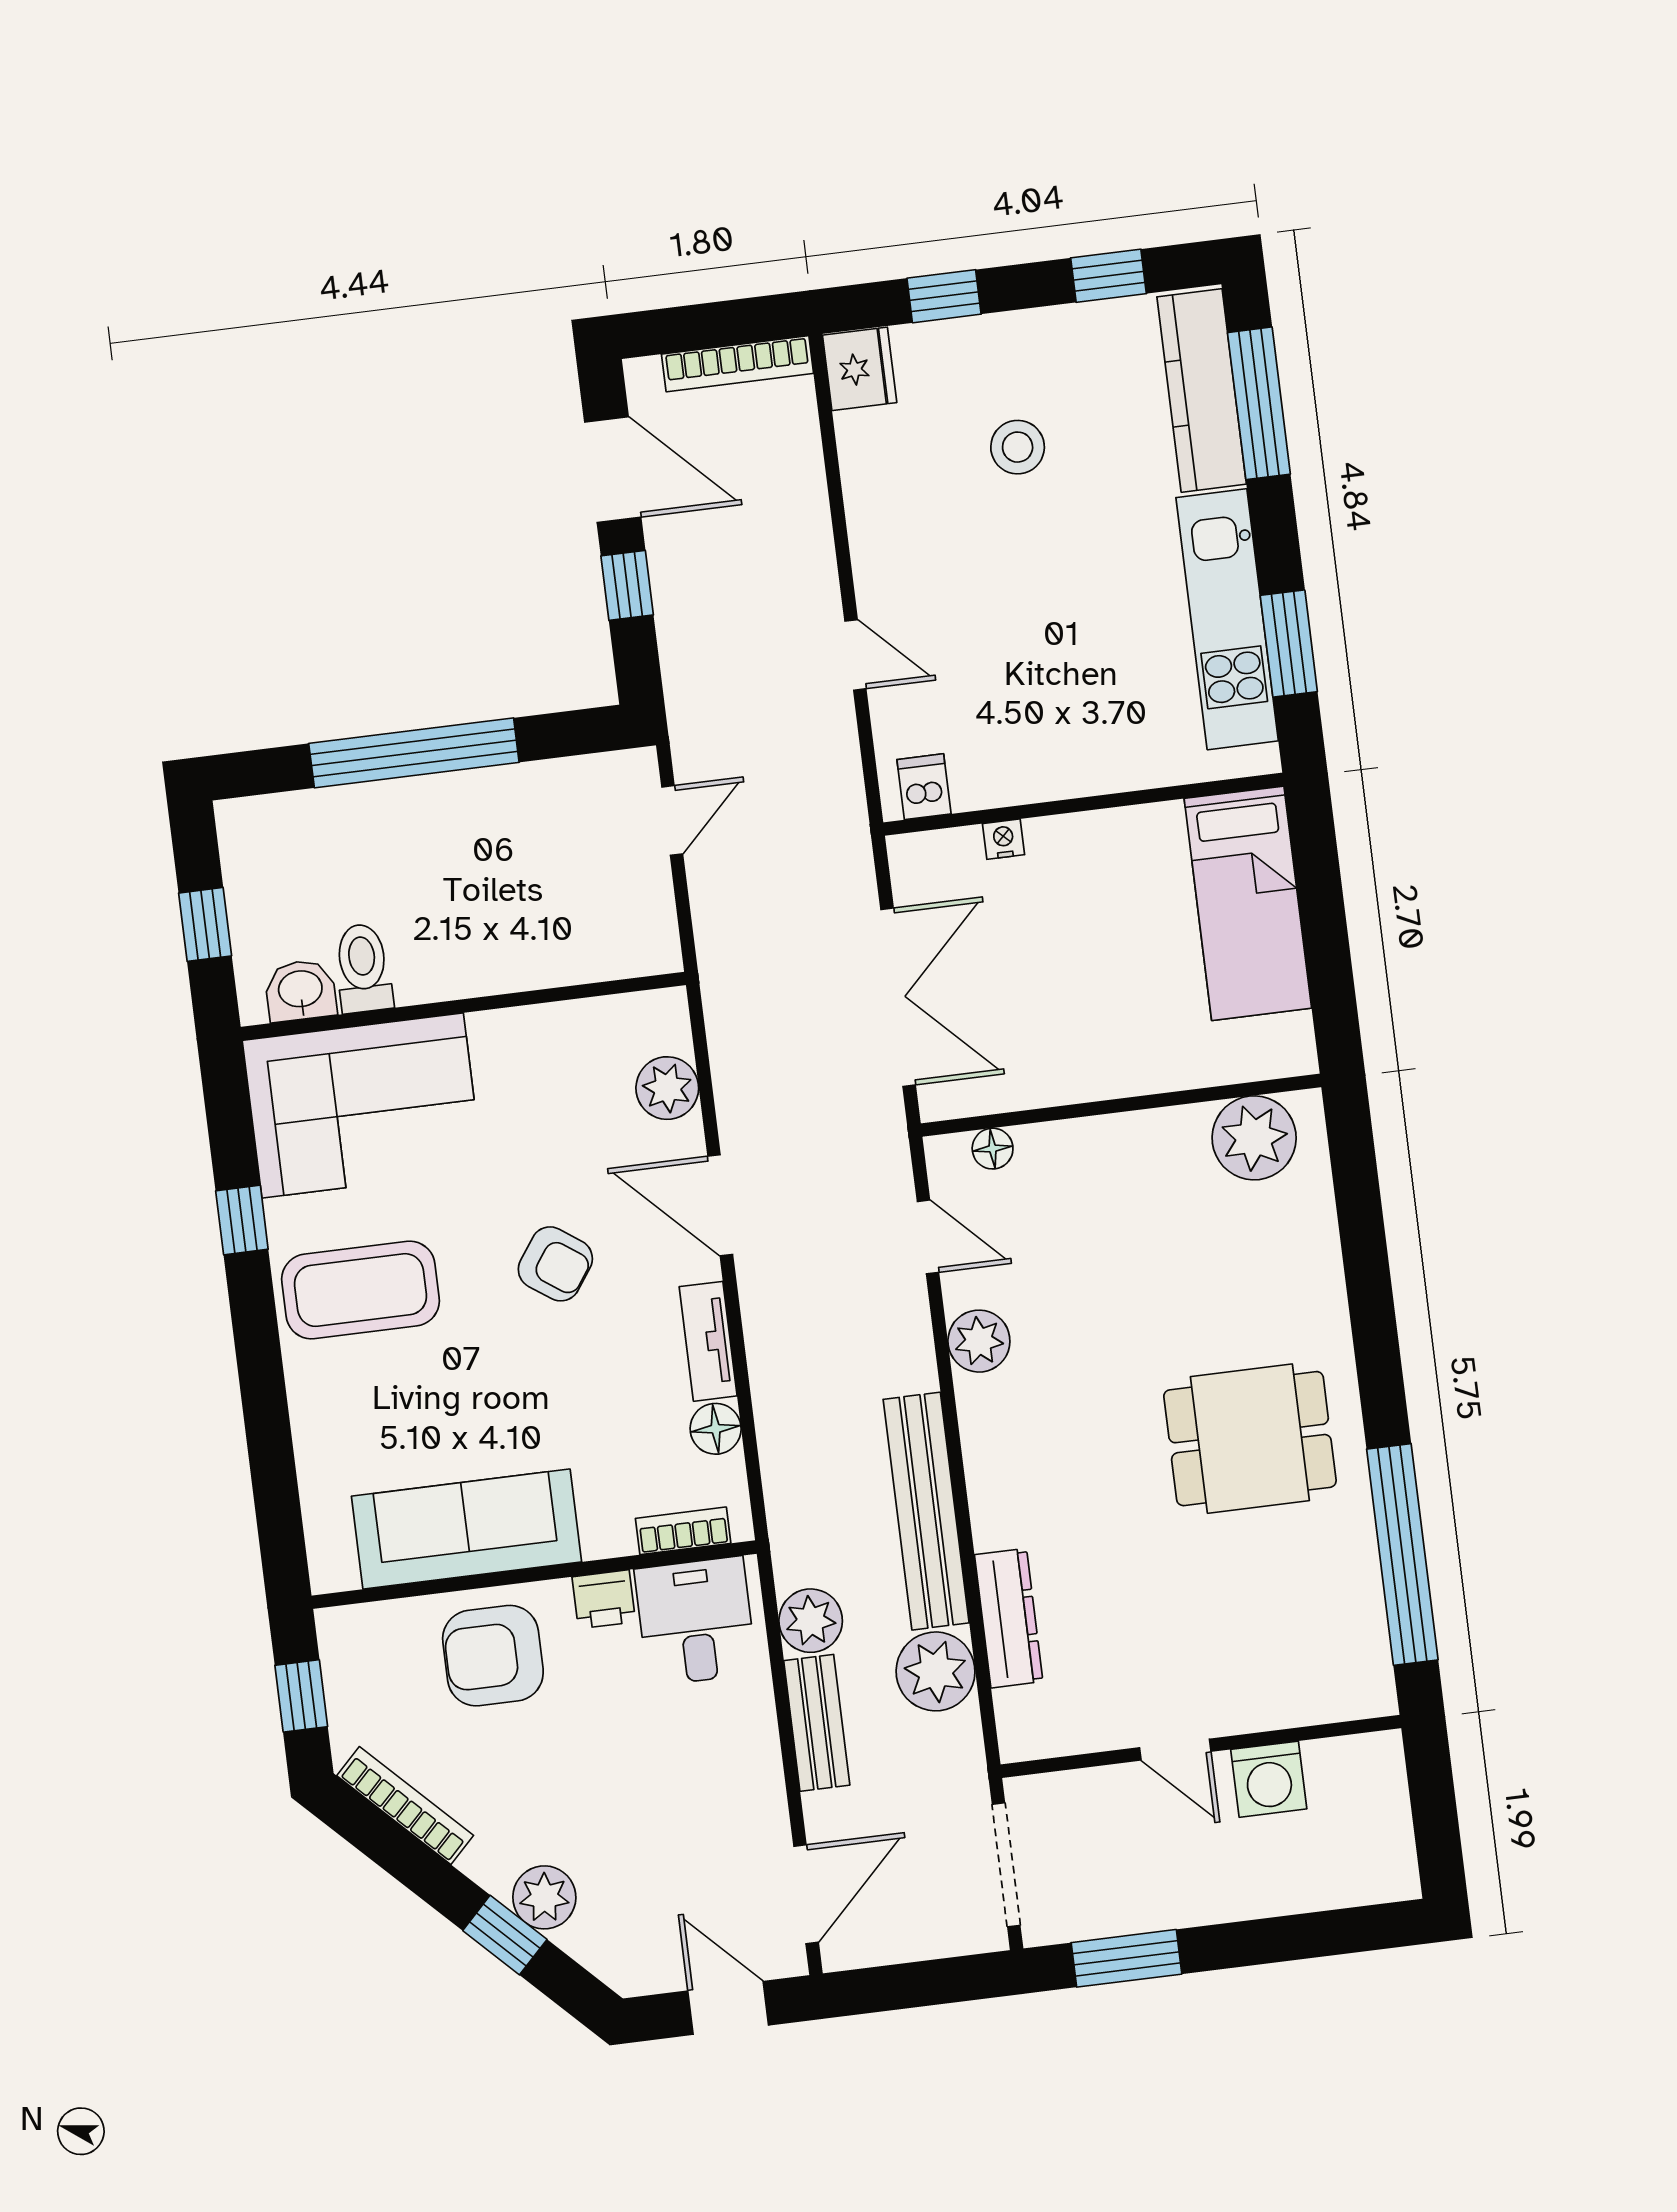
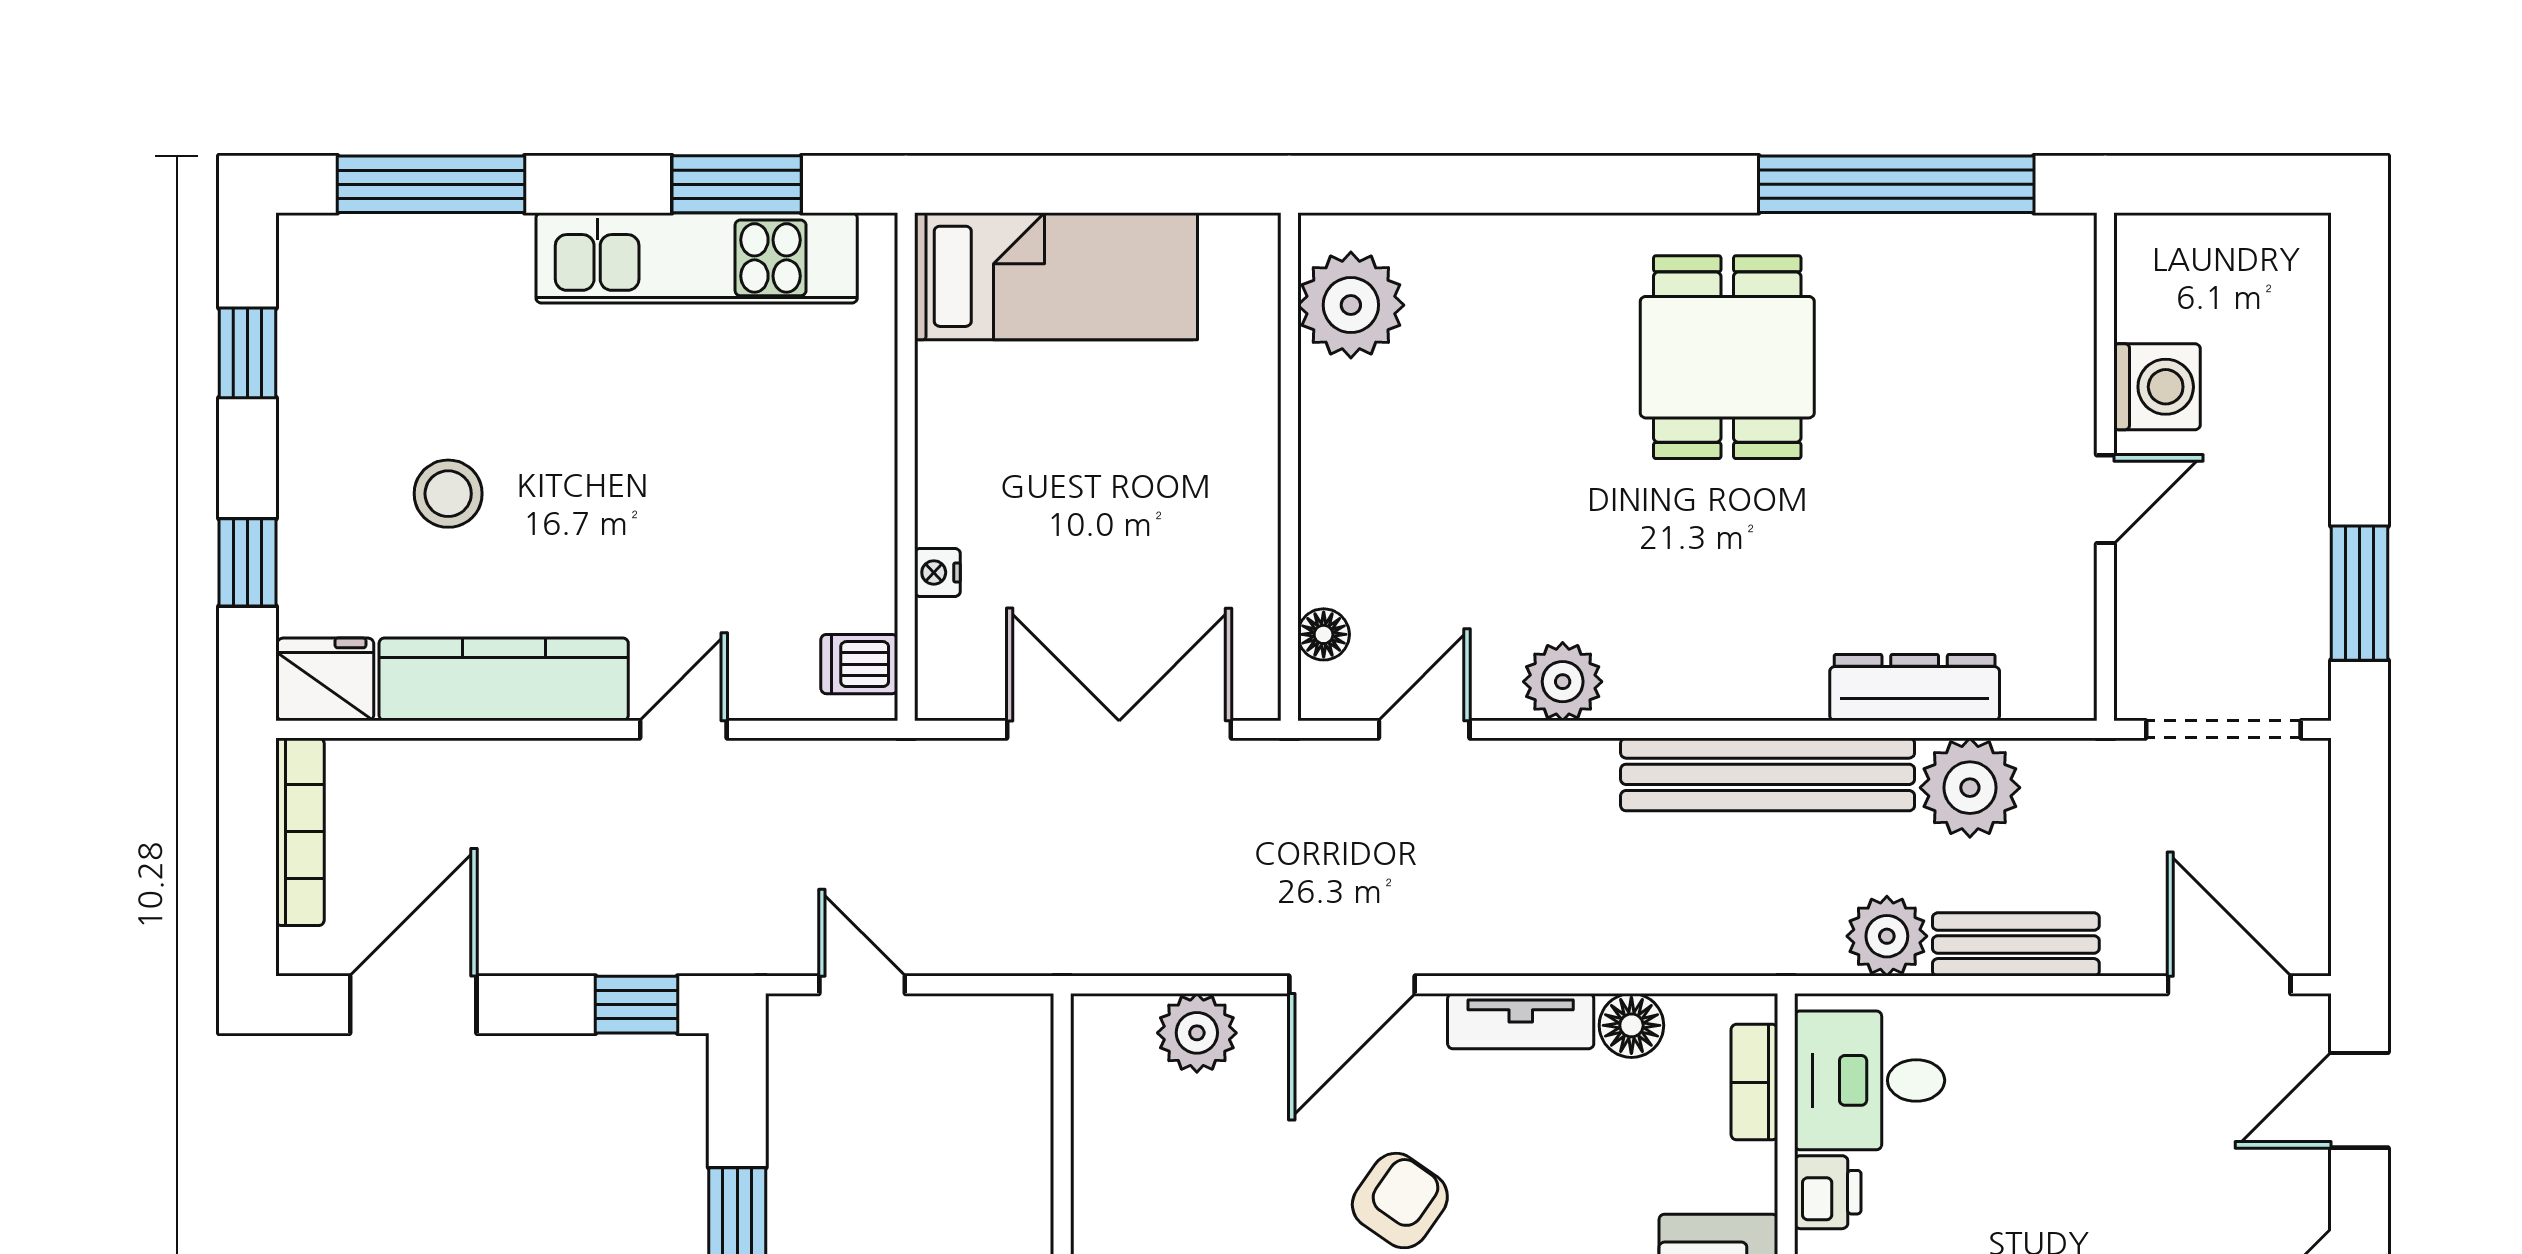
kitchen counter: (1202, 391) -> (504, 679), moved, turned 180
window: (627, 585) -> (636, 1005), moved

